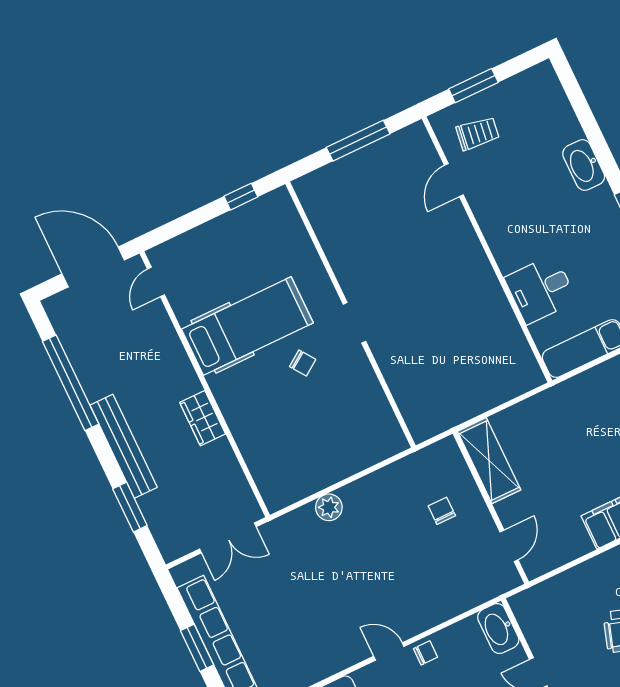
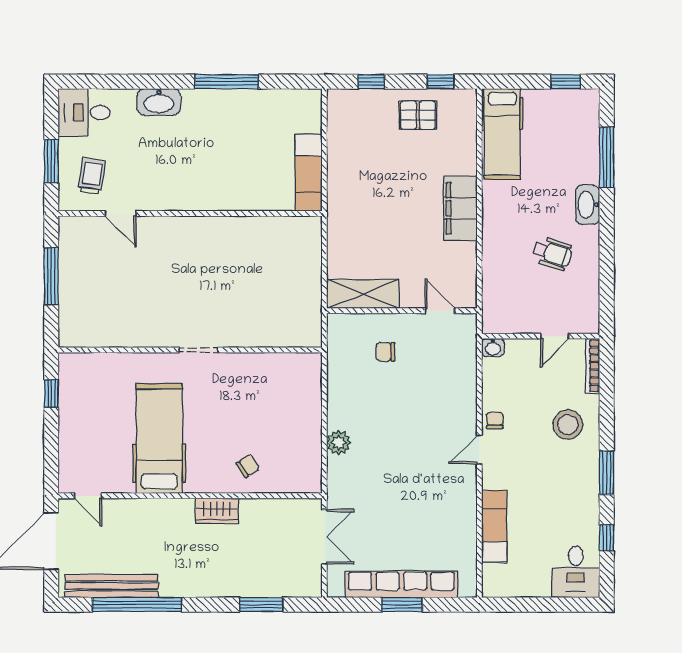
desk: (541, 289) -> (84, 112), moved, turned 90
chair: (303, 363) -> (248, 466), moved
bench: (124, 446) -> (112, 586), moved
washbasin: (498, 629) -> (493, 348), width x0.52, depth x0.69

